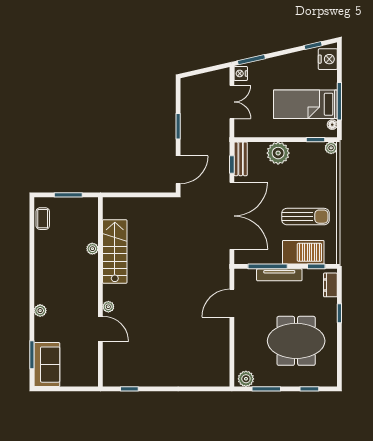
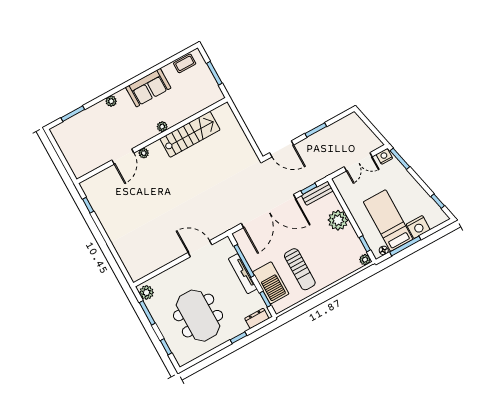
nightstand: (328, 59) -> (418, 227), moved
plant: (92, 249) -> (162, 127), moved
sofa: (47, 365) -> (148, 88), moved

